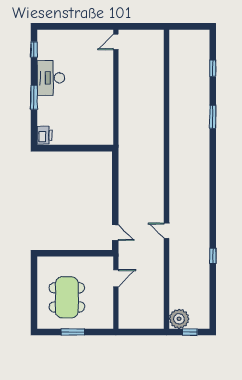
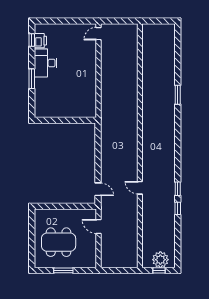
window: (213, 68) -> (178, 189), moved
printer: (45, 135) -> (40, 41), moved
door: (116, 278) -> (99, 226), swing flipped
dining table: (67, 297) -> (59, 242), turned 90
plant: (179, 319) -> (160, 260), moved

